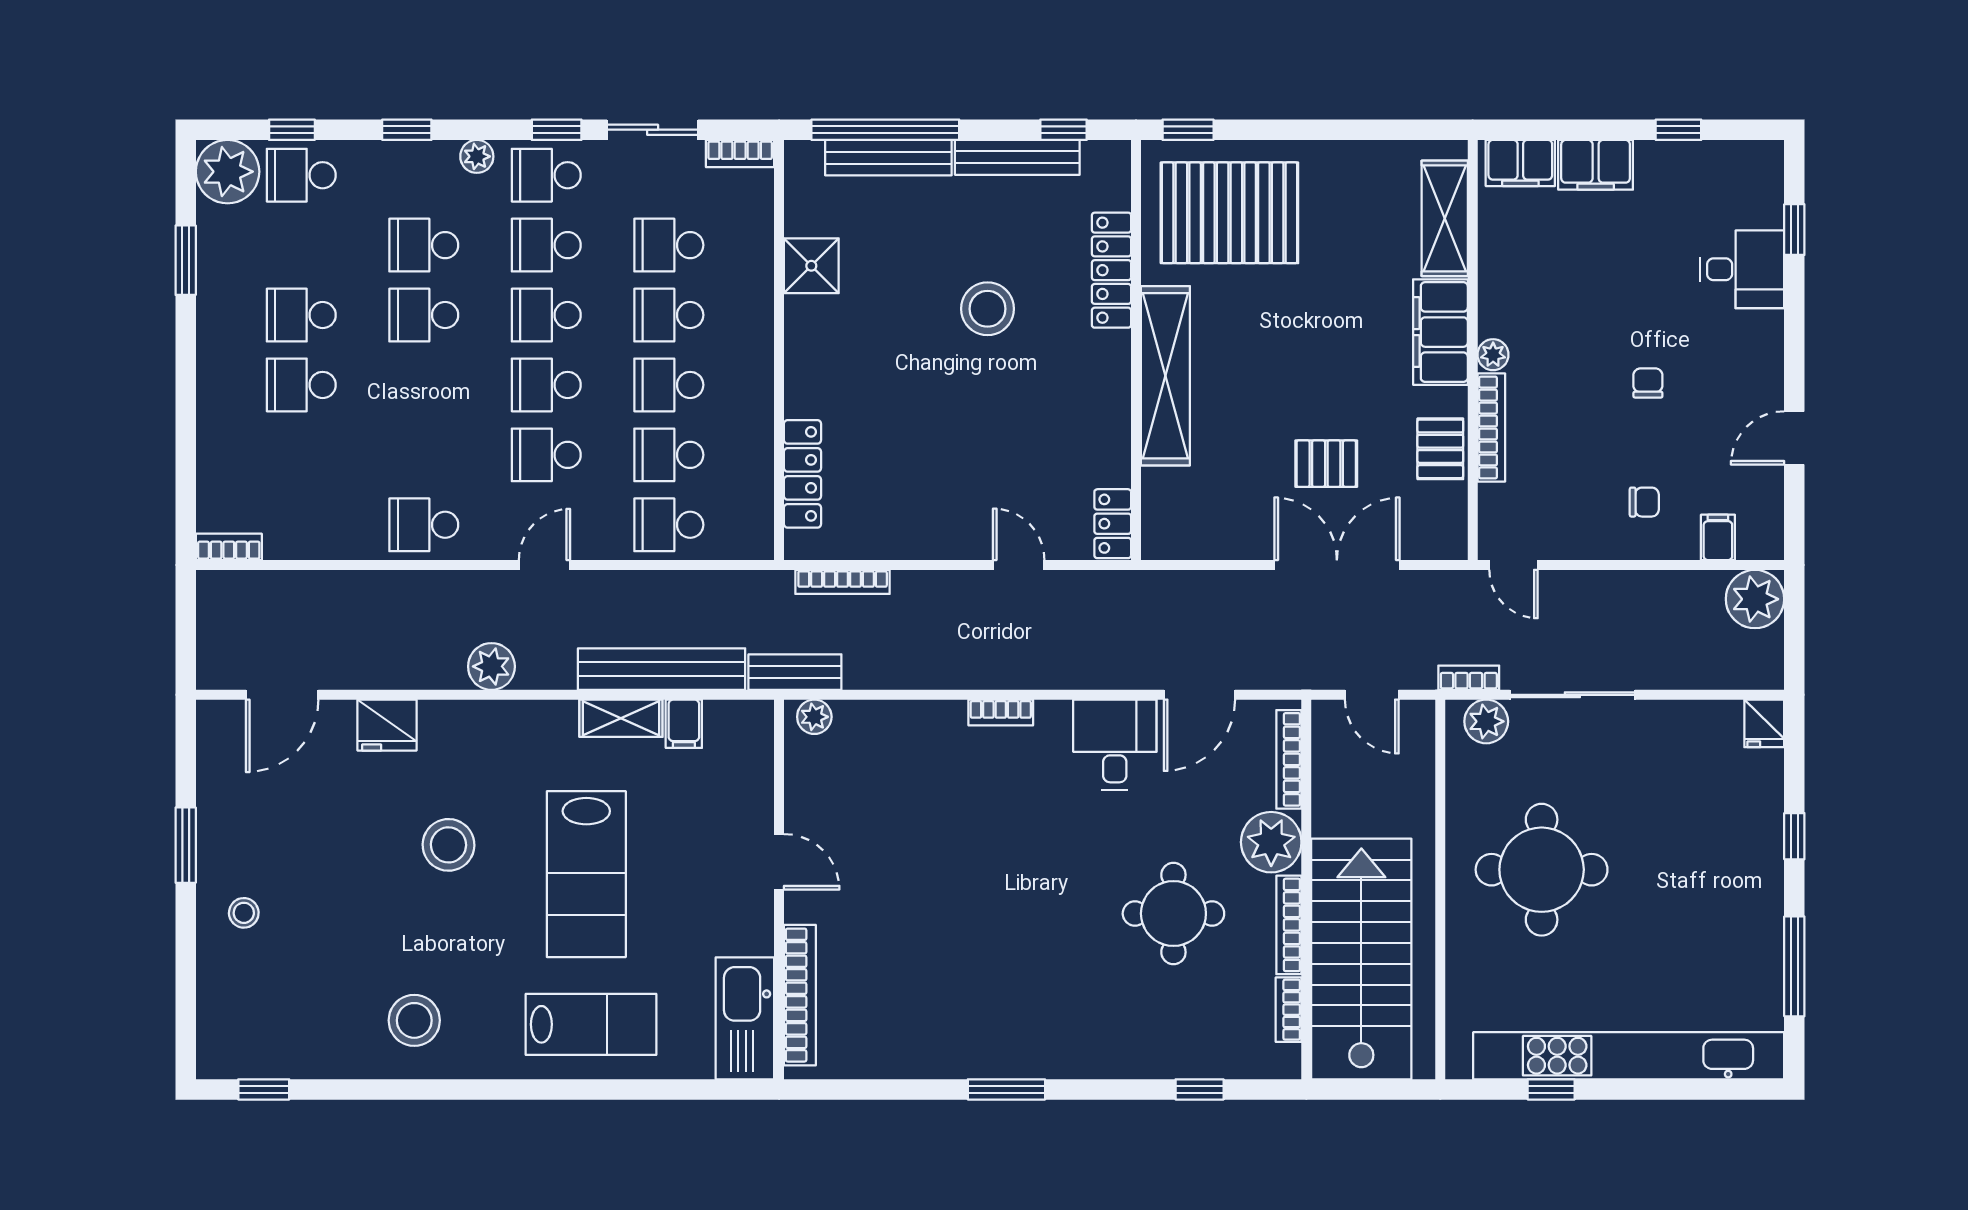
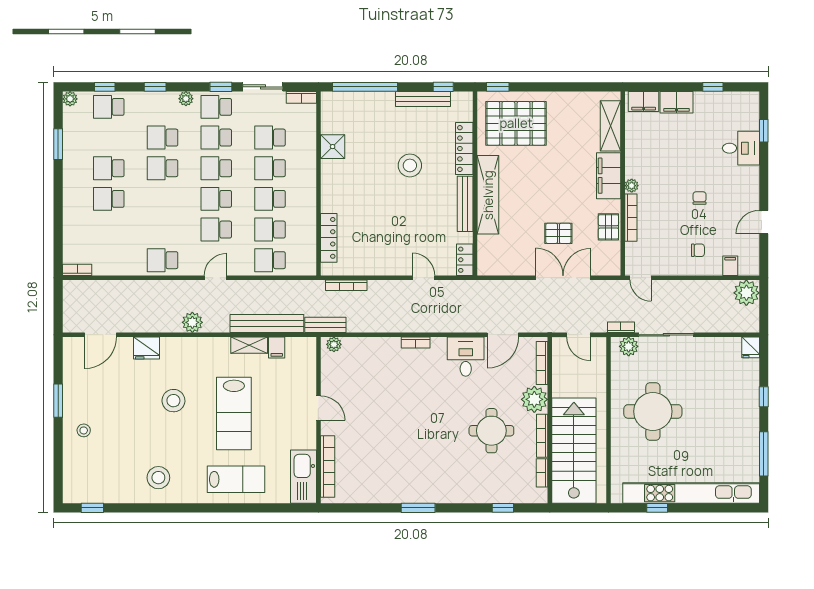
bench: (888, 158) -> (465, 204), moved, turned 90
plant: (228, 172) -> (70, 99), width x0.53, depth x0.53

